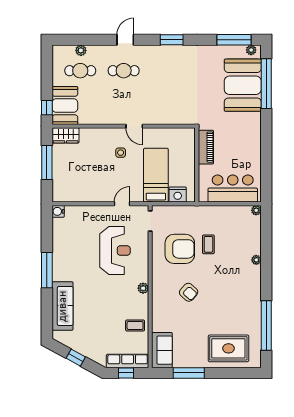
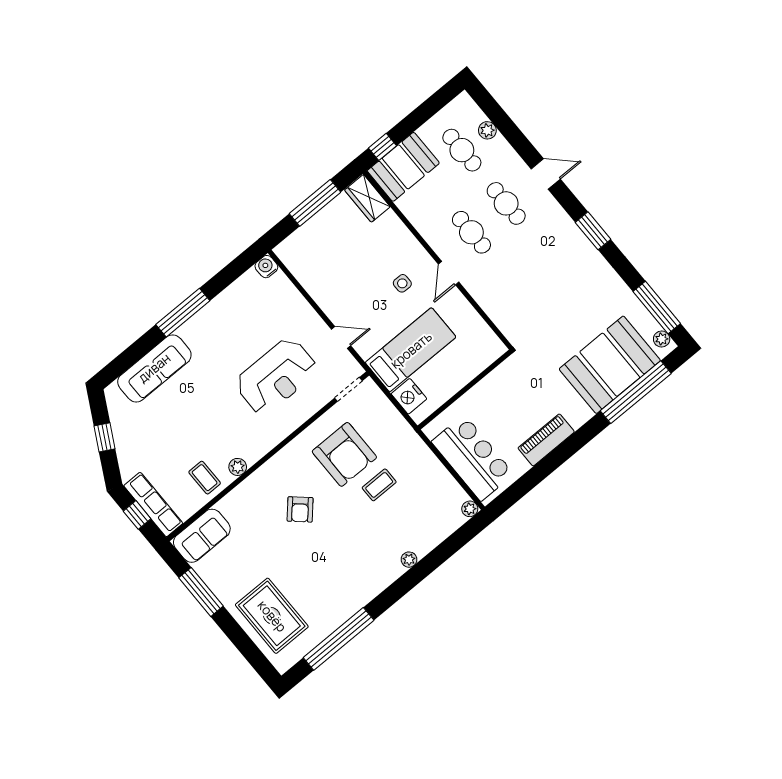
cafe table: (124, 99) -> (471, 232), added
piano: (206, 147) -> (546, 440), moved, turned 180
plant: (143, 288) -> (238, 467), moved

